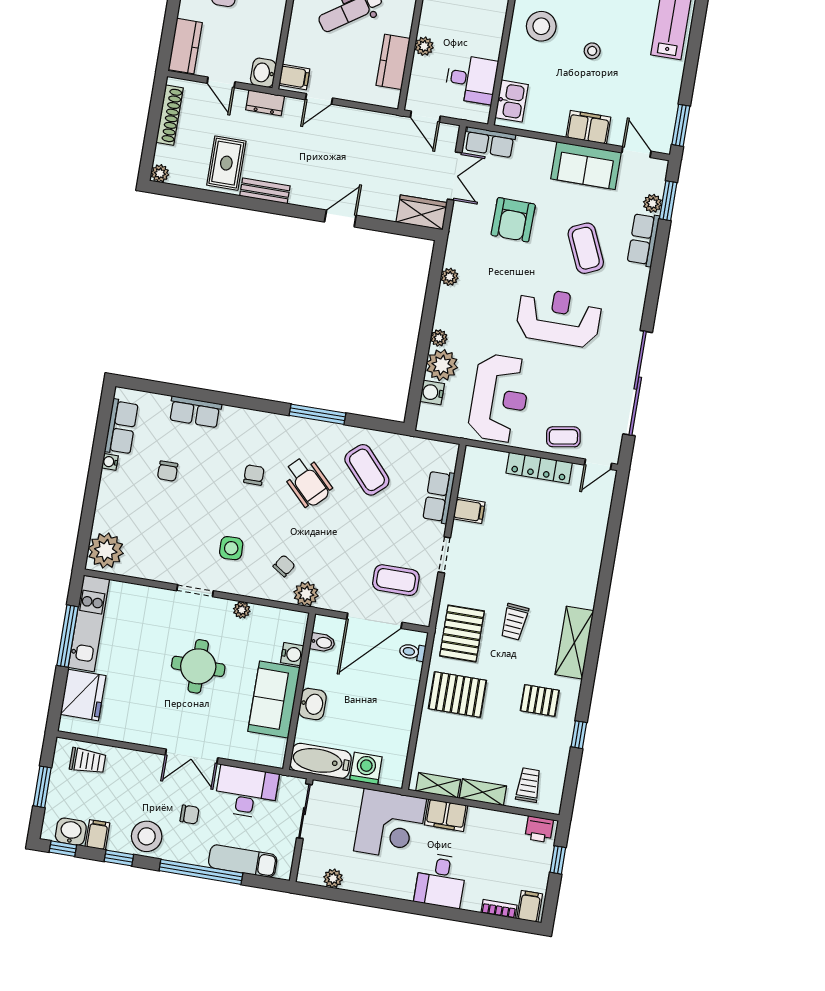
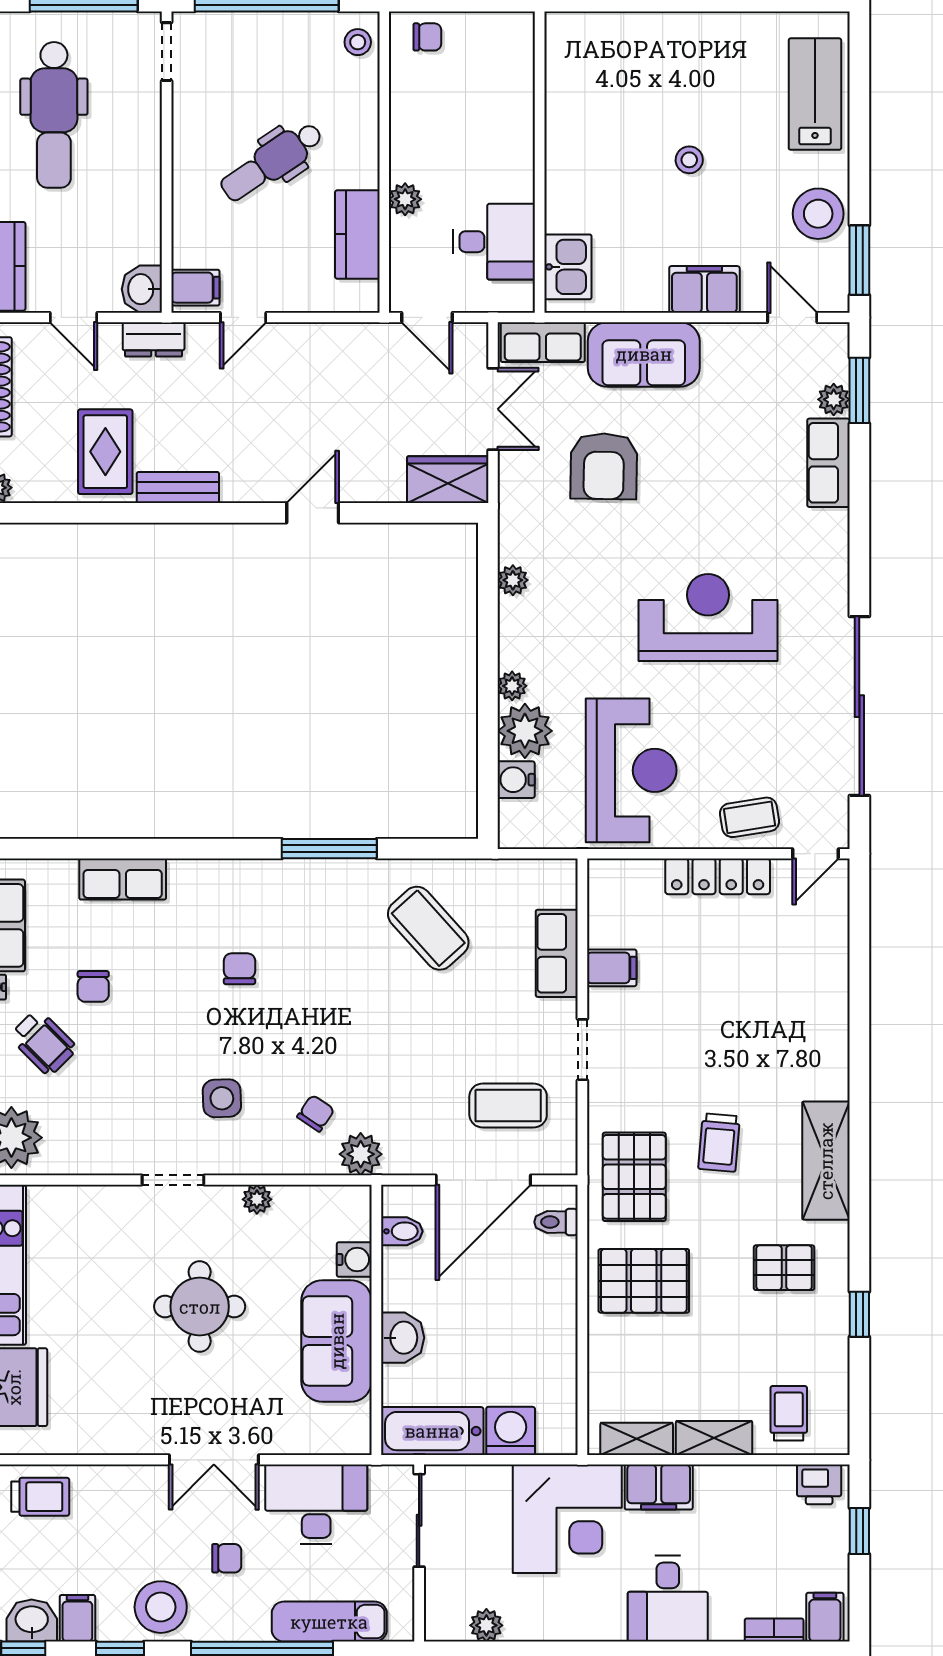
stool: (541, 26) -> (818, 214), moved
sofa: (586, 166) -> (644, 354), moved
coffee table: (586, 248) -> (734, 494), removed
wheelchair: (307, 482) -> (43, 1042), moved, width x0.73, depth x0.73

